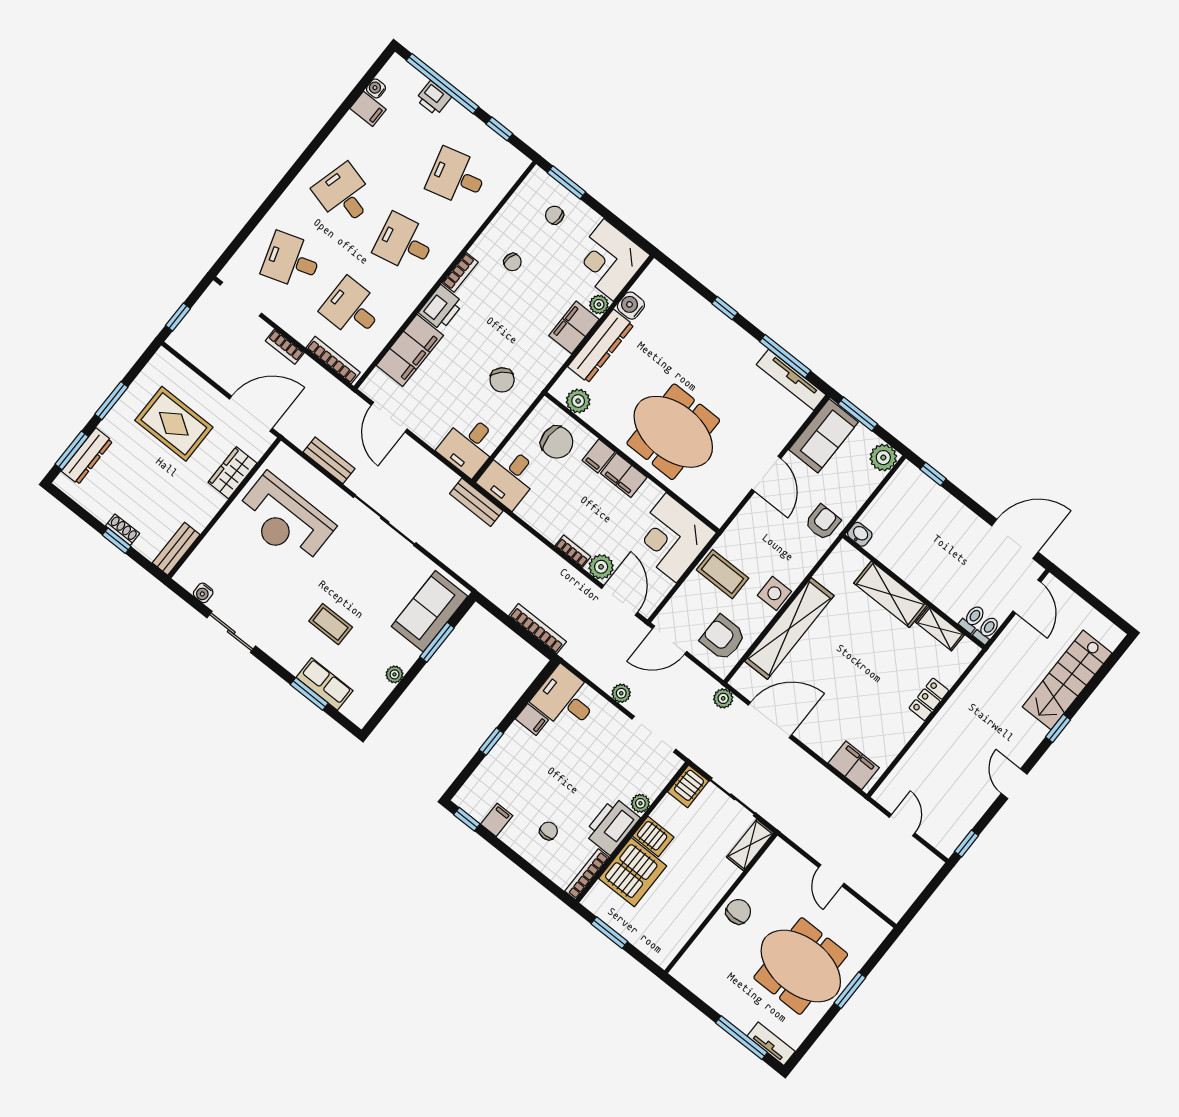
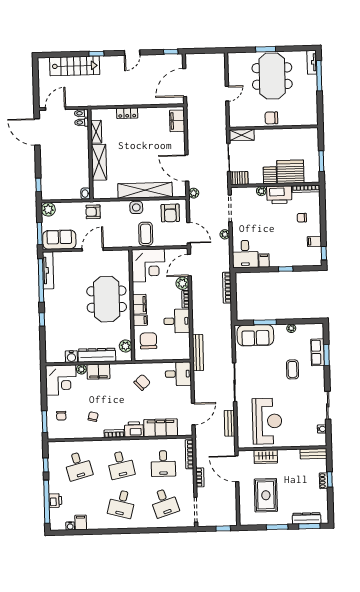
window: (785, 356) -> (41, 280), width x1.46
desk: (509, 477) -> (177, 321), moved
bench: (476, 502) -> (198, 353), width x1.36
door: (902, 825) -> (185, 83), width x1.88

